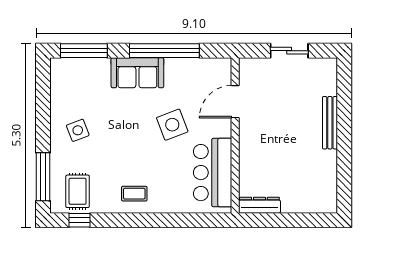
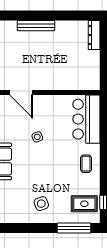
side table: (172, 125) -> (37, 137), width x0.54, depth x0.54
bar counter: (213, 173) -> (86, 119), moved, turned 90
dresser: (259, 205) -> (94, 35), moved

